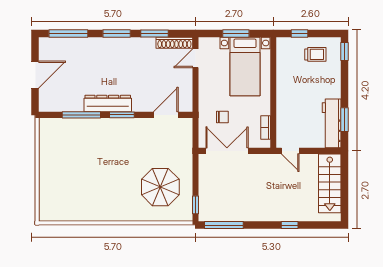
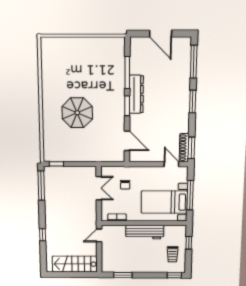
window: (155, 34) -> (191, 148), moved
window: (236, 34) -> (190, 195), width x1.44
workbench: (332, 123) -> (145, 232), moved, turned 180
double door: (227, 151) -> (99, 188), width x0.73
parasol: (160, 187) -> (77, 113), moved

